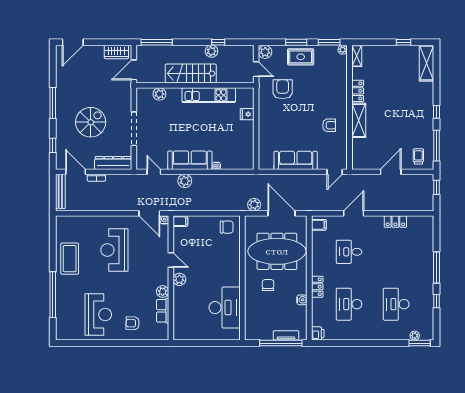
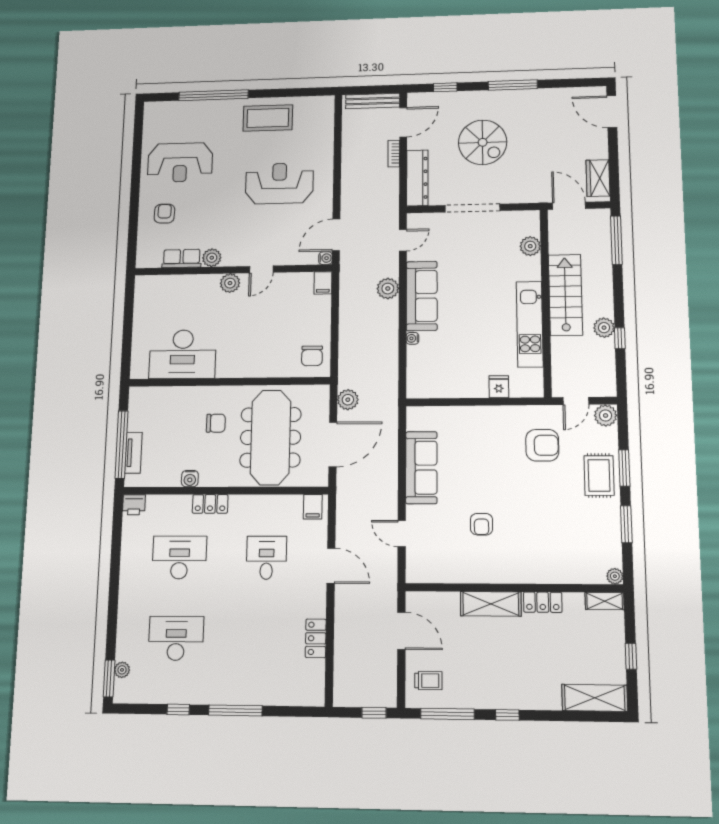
plant: (343, 50) -> (615, 576), moved
shelving: (357, 56) -> (605, 601), moved
locker: (358, 91) -> (543, 602), moved
wall: (350, 107) -> (514, 588), moved
shelving: (359, 120) -> (491, 604), moved

